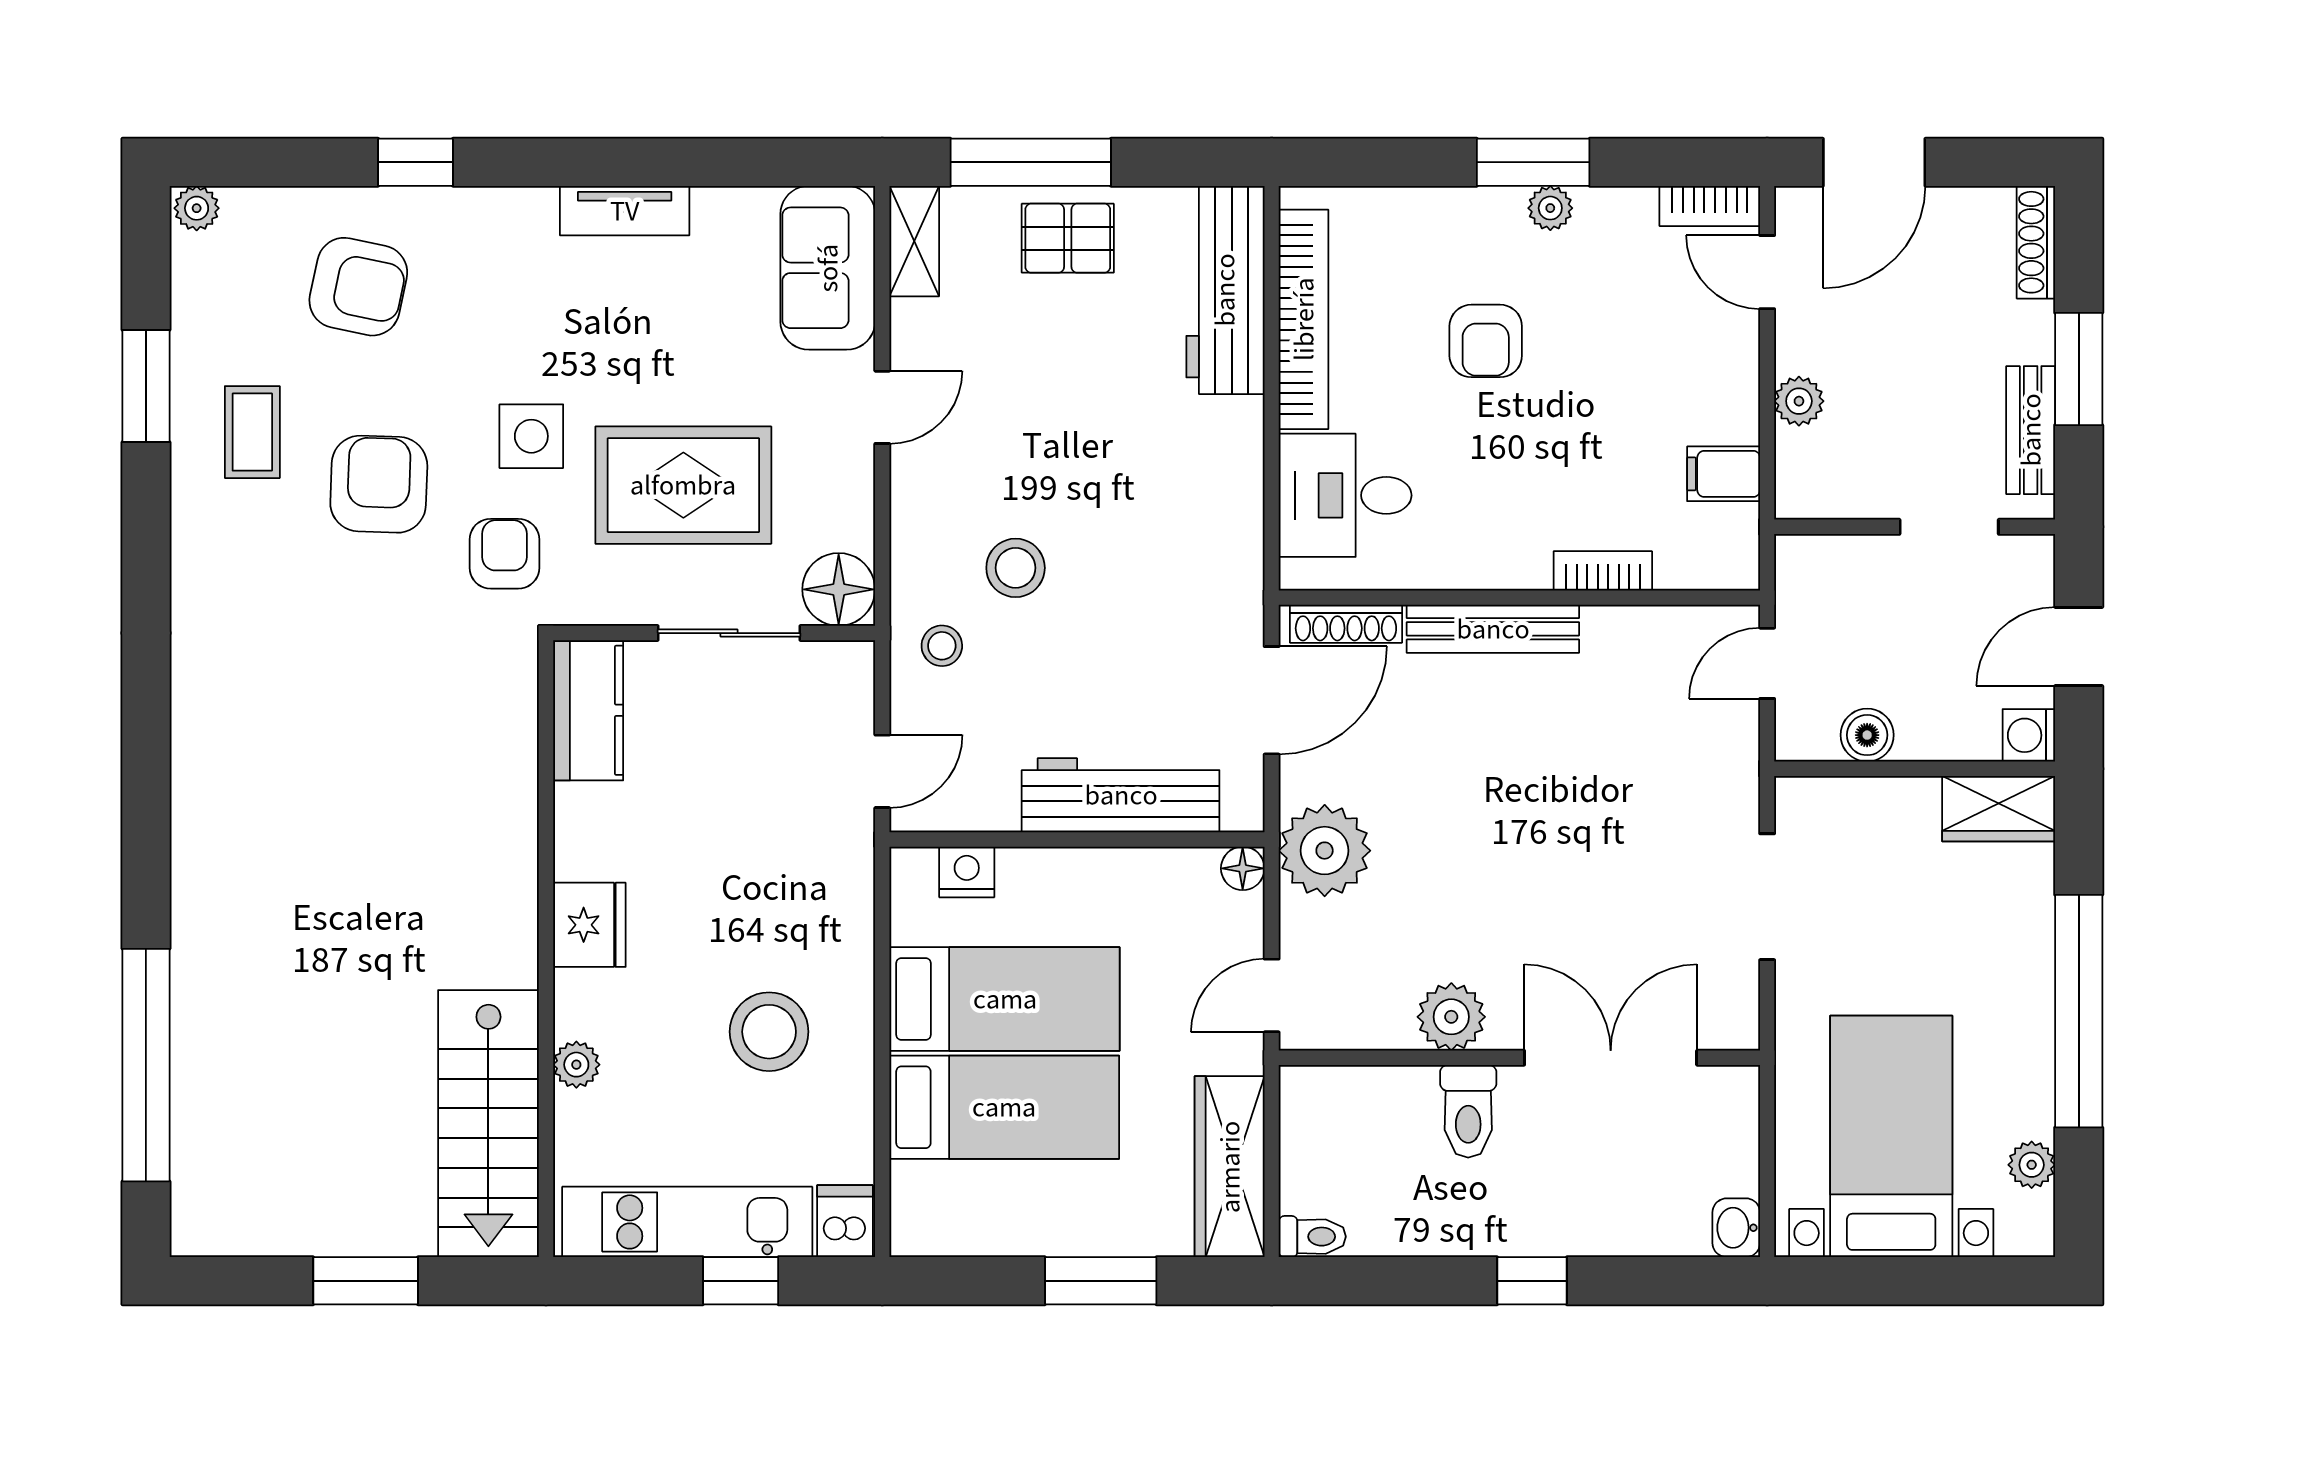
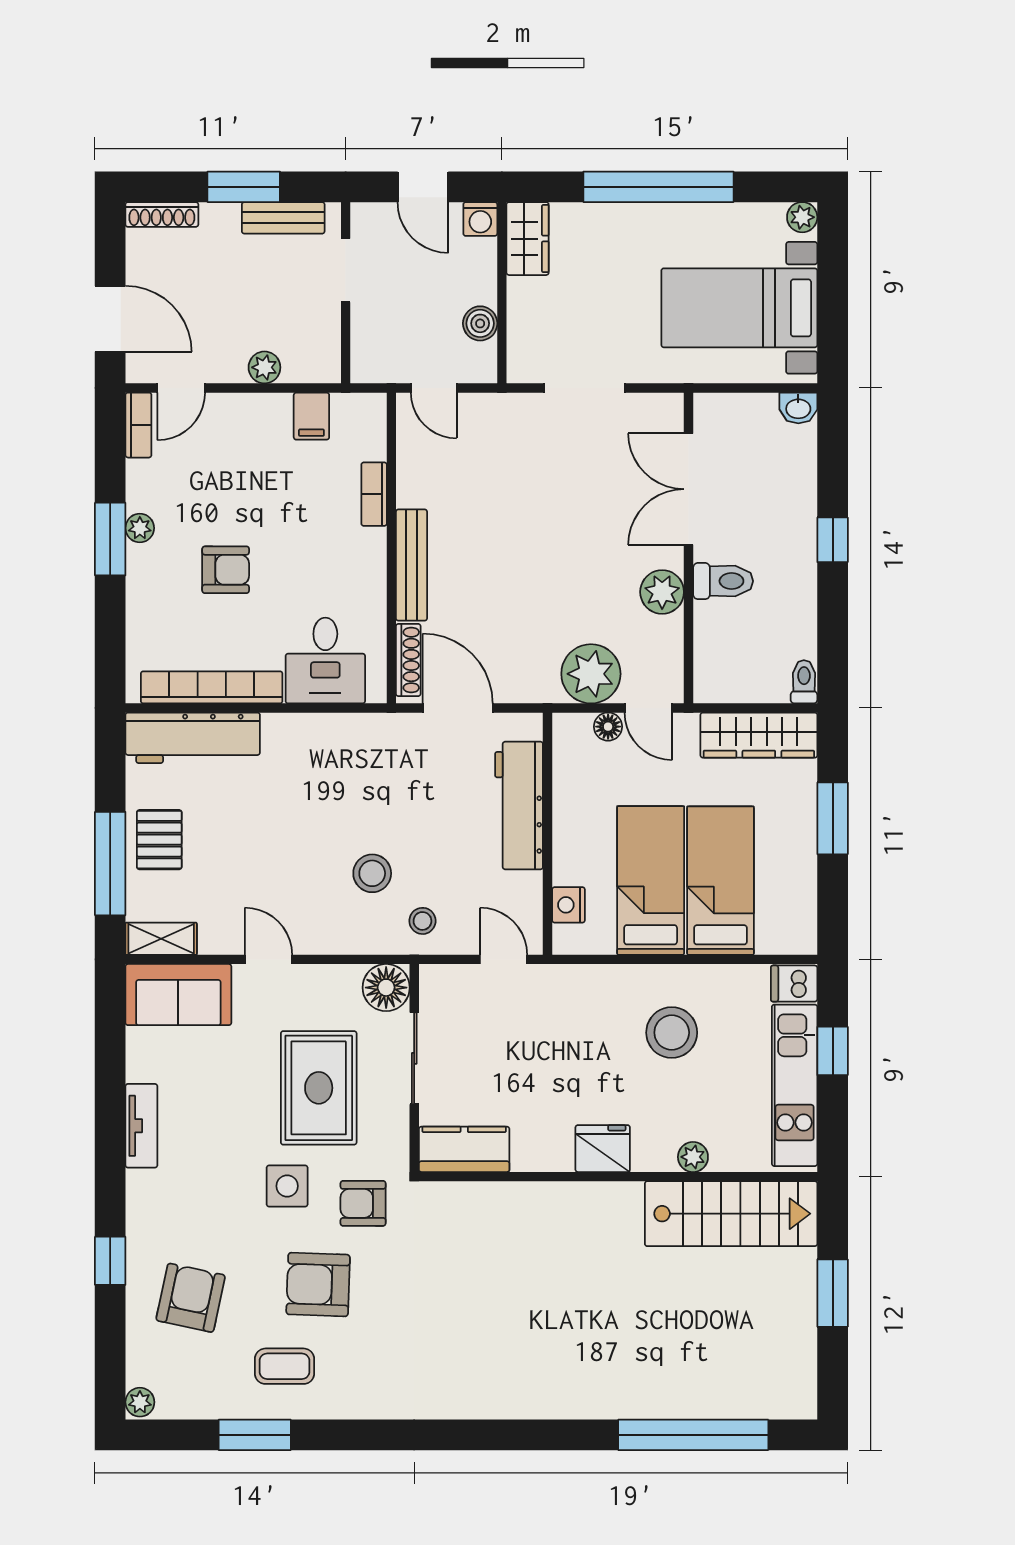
plant: (1325, 851) -> (591, 674), moved
floor lamp: (1243, 868) -> (608, 727), moved
plant: (2032, 1165) -> (802, 217), moved

